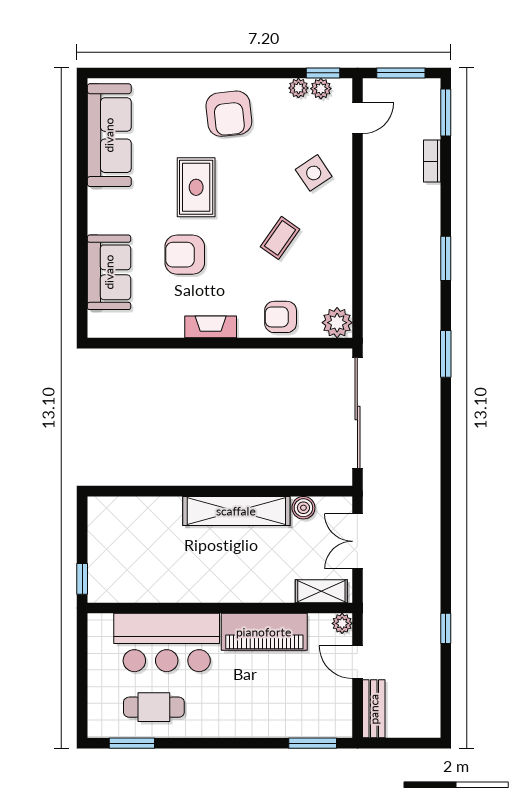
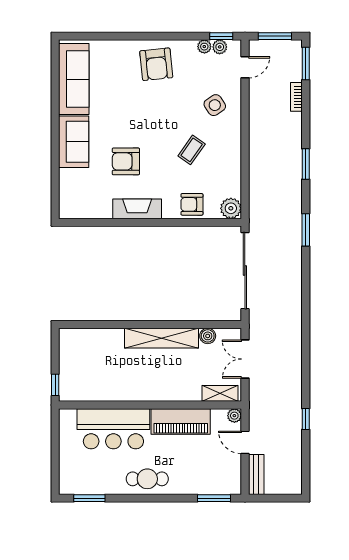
rug: (196, 187) -> (134, 115), removed
sofa: (109, 272) -> (74, 142), moved
fireplace: (211, 327) -> (137, 209), width x1.37, depth x1.32
cafe table: (154, 707) -> (147, 479), moved

